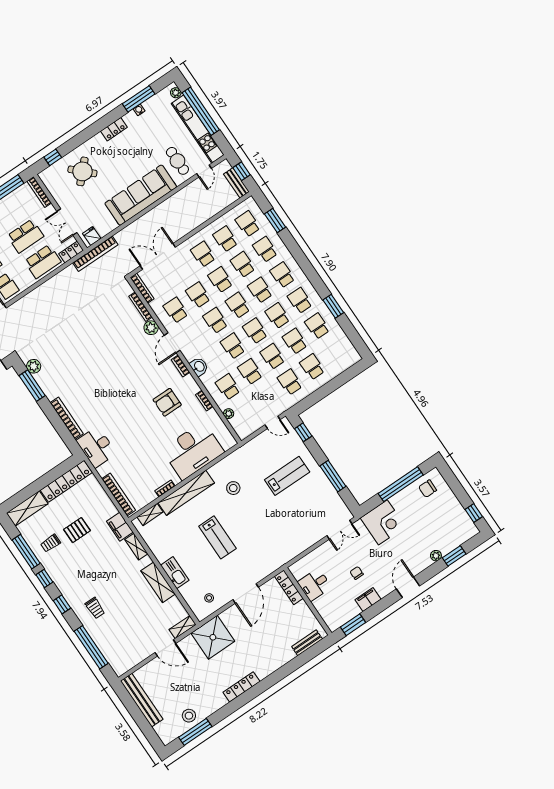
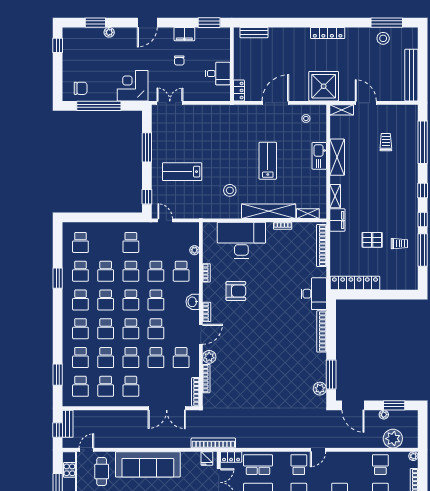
school desk: (312, 367) -> (80, 242), moved
shelving: (27, 508) -> (399, 283), removed
locker: (289, 587) -> (239, 90), width x0.66
trolley: (95, 608) -> (386, 142), moved

